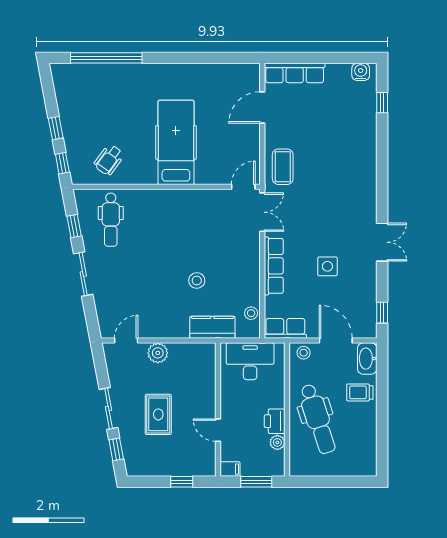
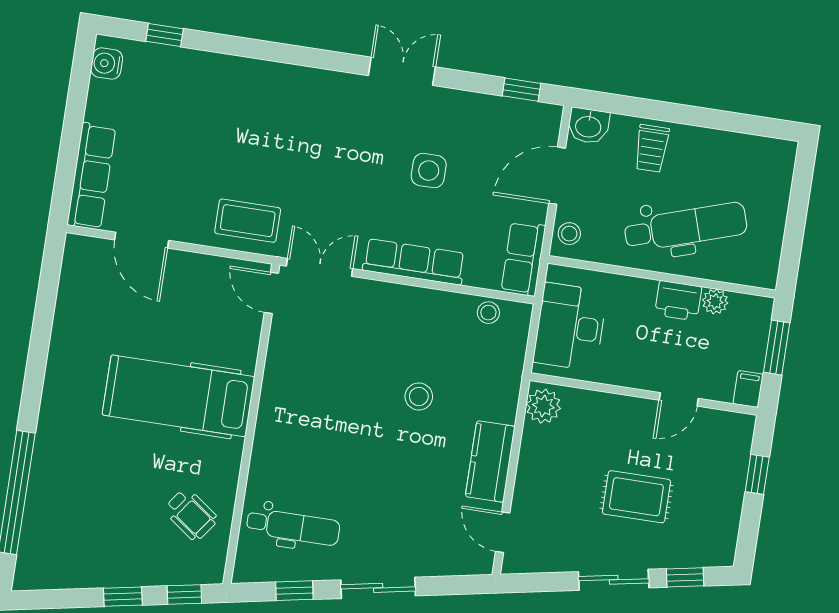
kitchen counter: (212, 327) -> (490, 461), moved
plant: (158, 353) -> (543, 406), moved
washbasin: (367, 359) -> (588, 126), width x0.72

